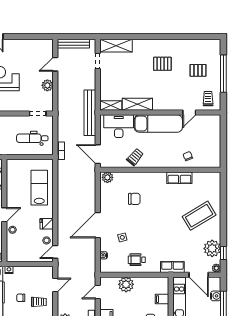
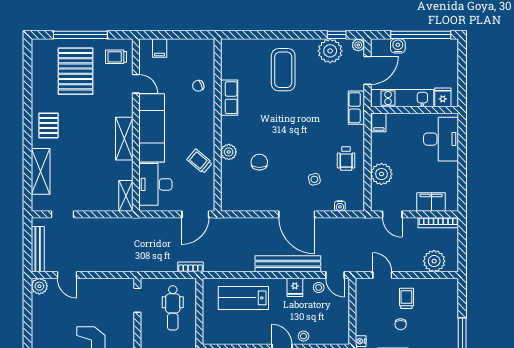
shelving: (116, 46) -> (41, 171), moved
pallet: (162, 64) -> (49, 126), moved
pallet: (198, 70) -> (76, 71), width x2.05, depth x2.00
plant: (47, 85) -> (39, 286), moved
shelving: (137, 104) -> (124, 139), moved
bench: (90, 113) -> (288, 264), moved
filing cabinet: (214, 129) -> (160, 48), added
plant: (107, 177) -> (229, 152), moved
coffee table: (199, 216) -> (283, 70), turned 31
filing cabinet: (162, 299) -> (379, 122), moved

